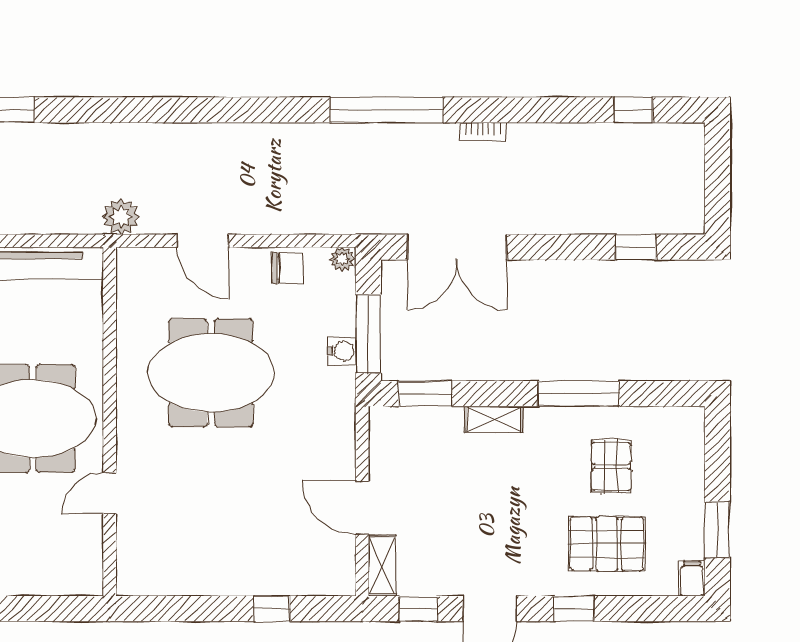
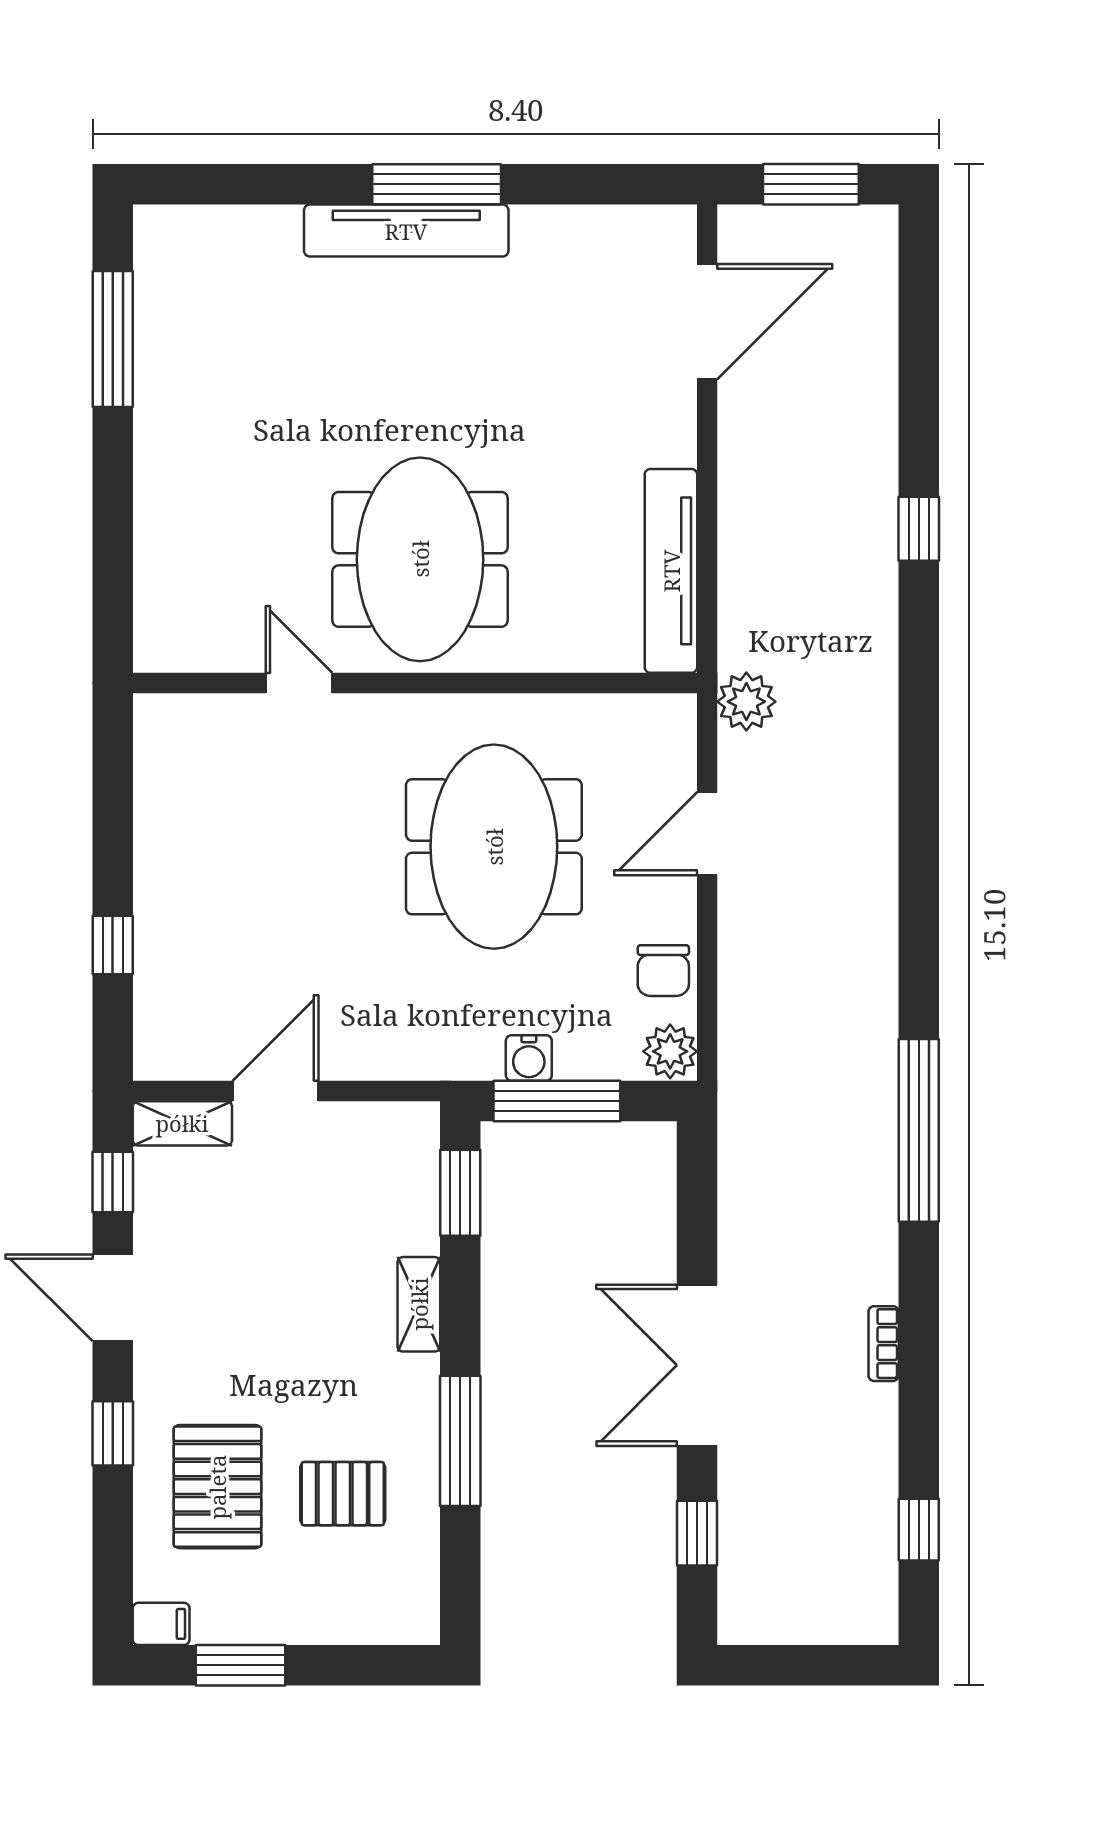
bookcase: (483, 132) -> (884, 1344), moved
double door: (457, 247) -> (697, 1365), moved
plant: (342, 259) -> (670, 1051), width x1.38, depth x1.38

